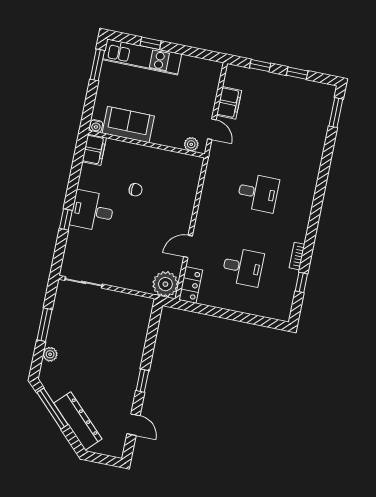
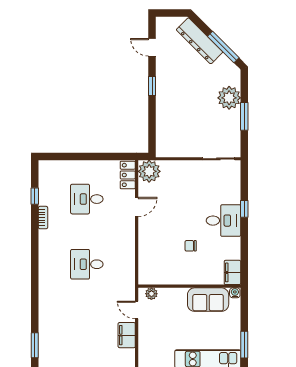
plant: (50, 354) -> (229, 98), width x1.87, depth x1.87

